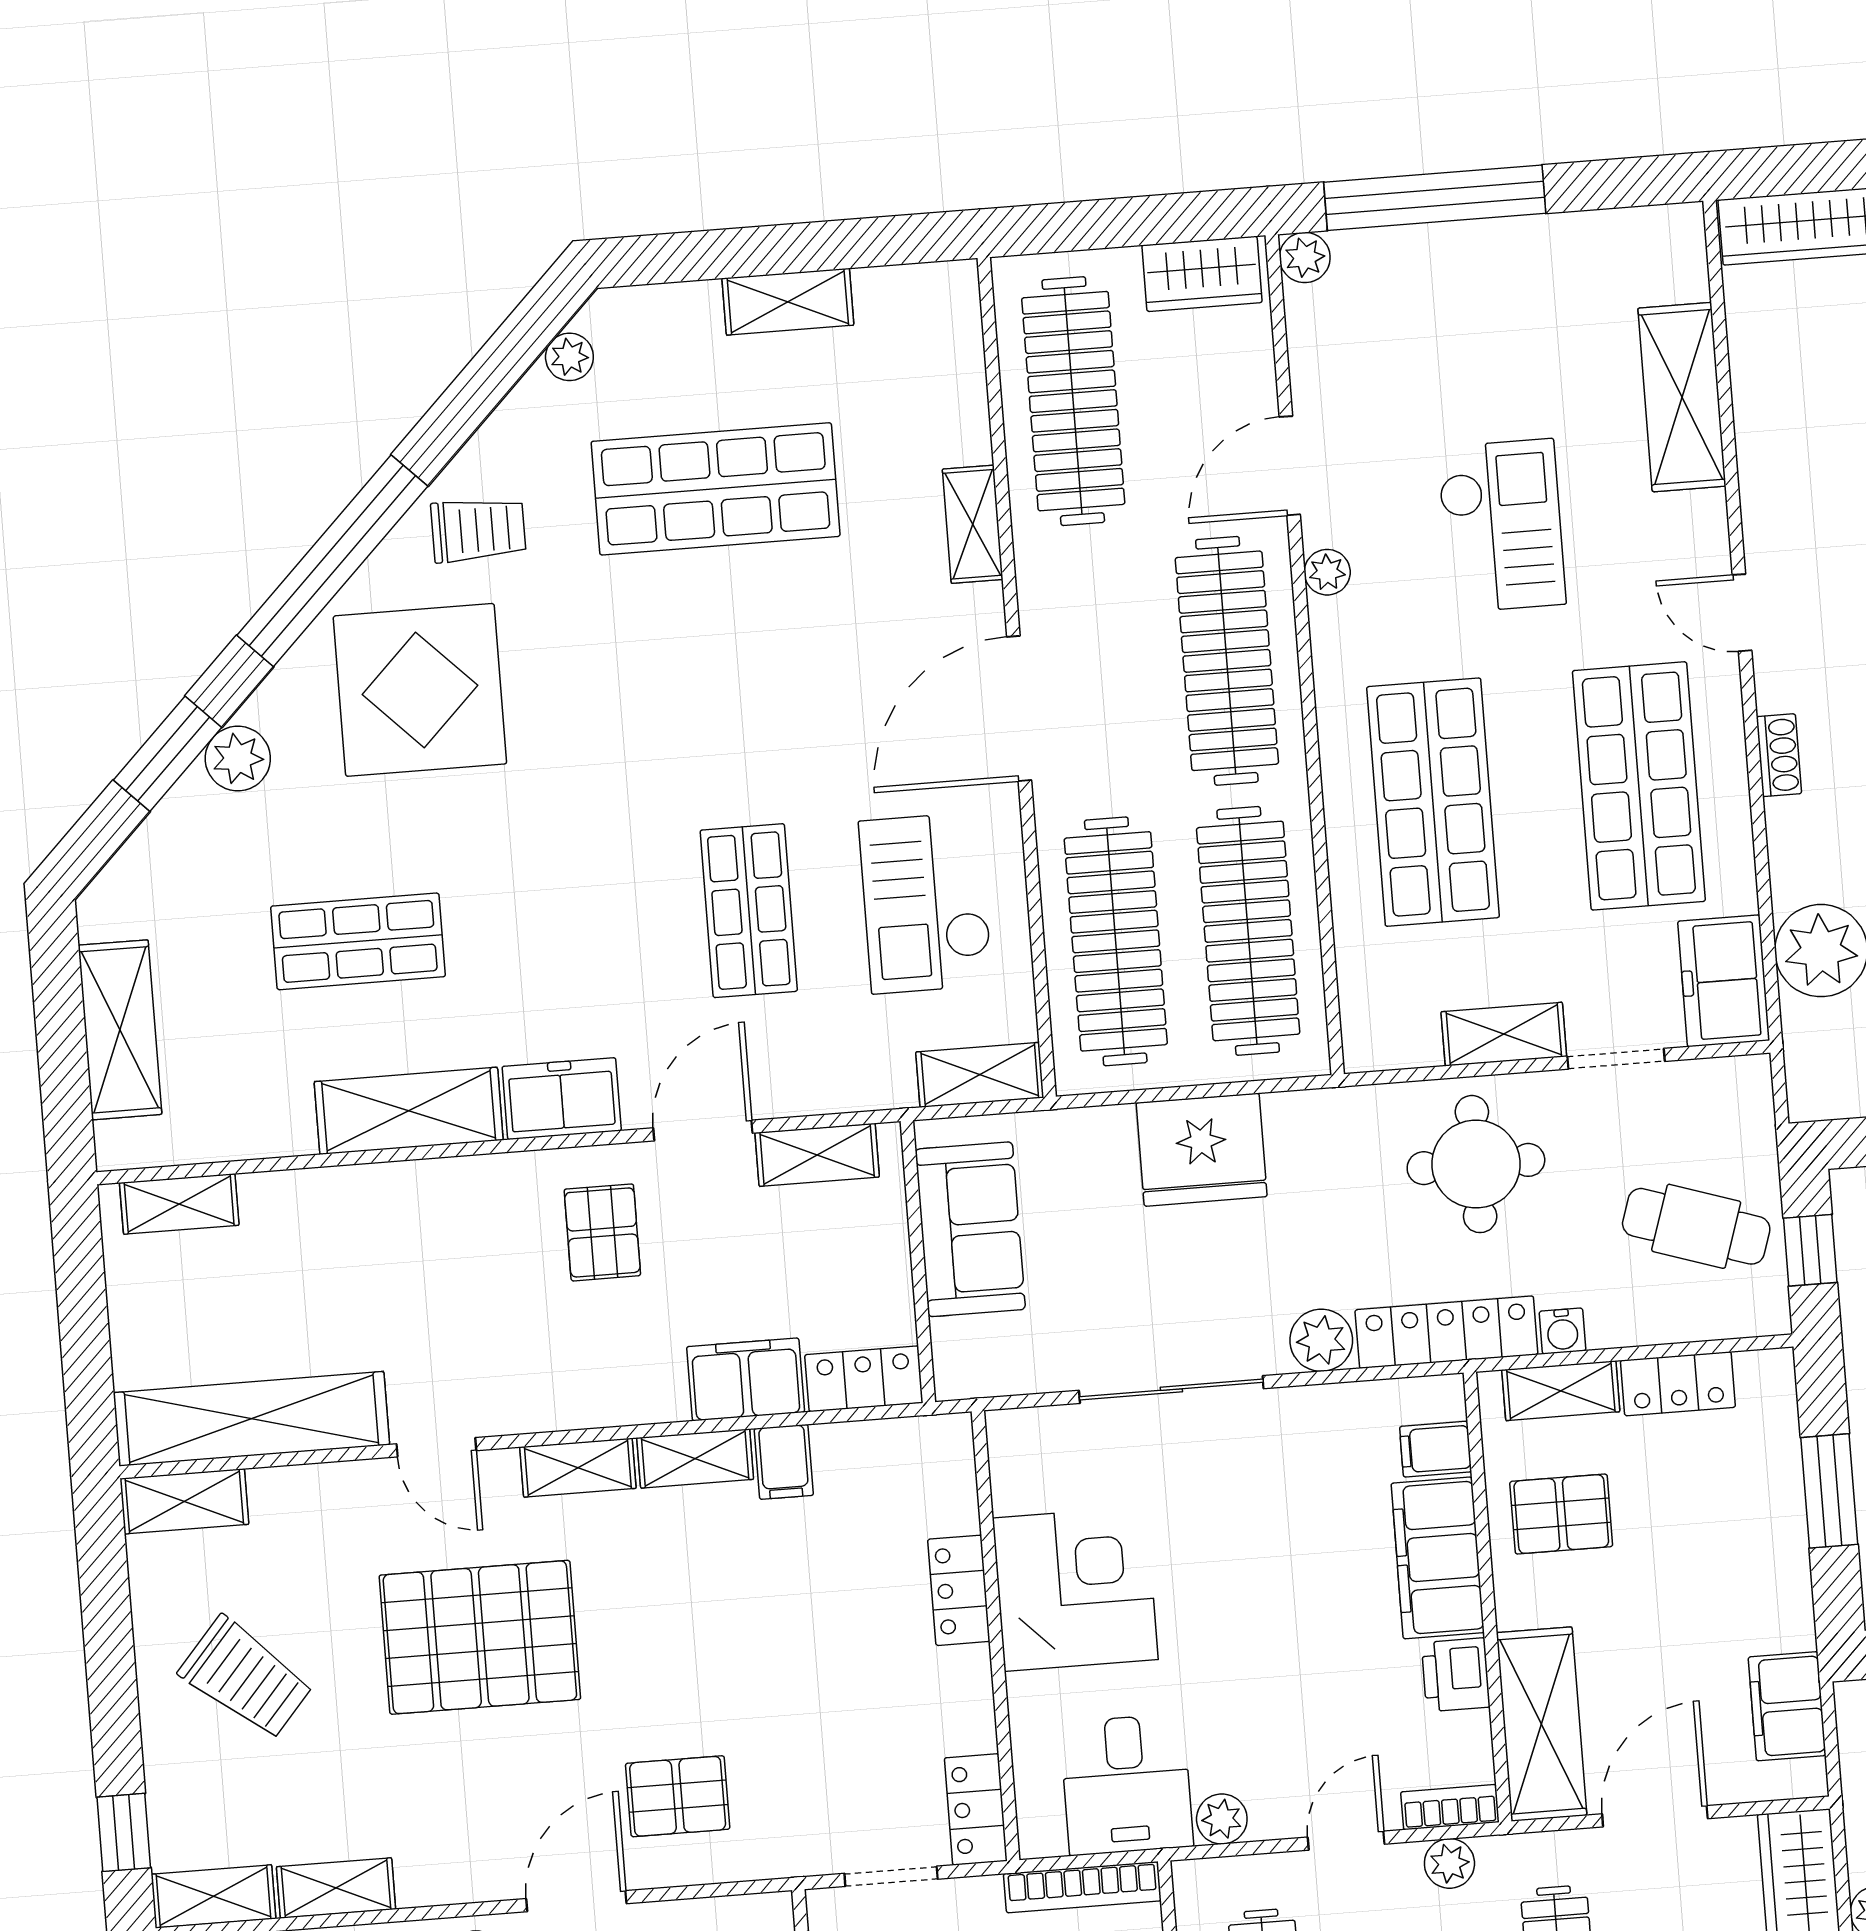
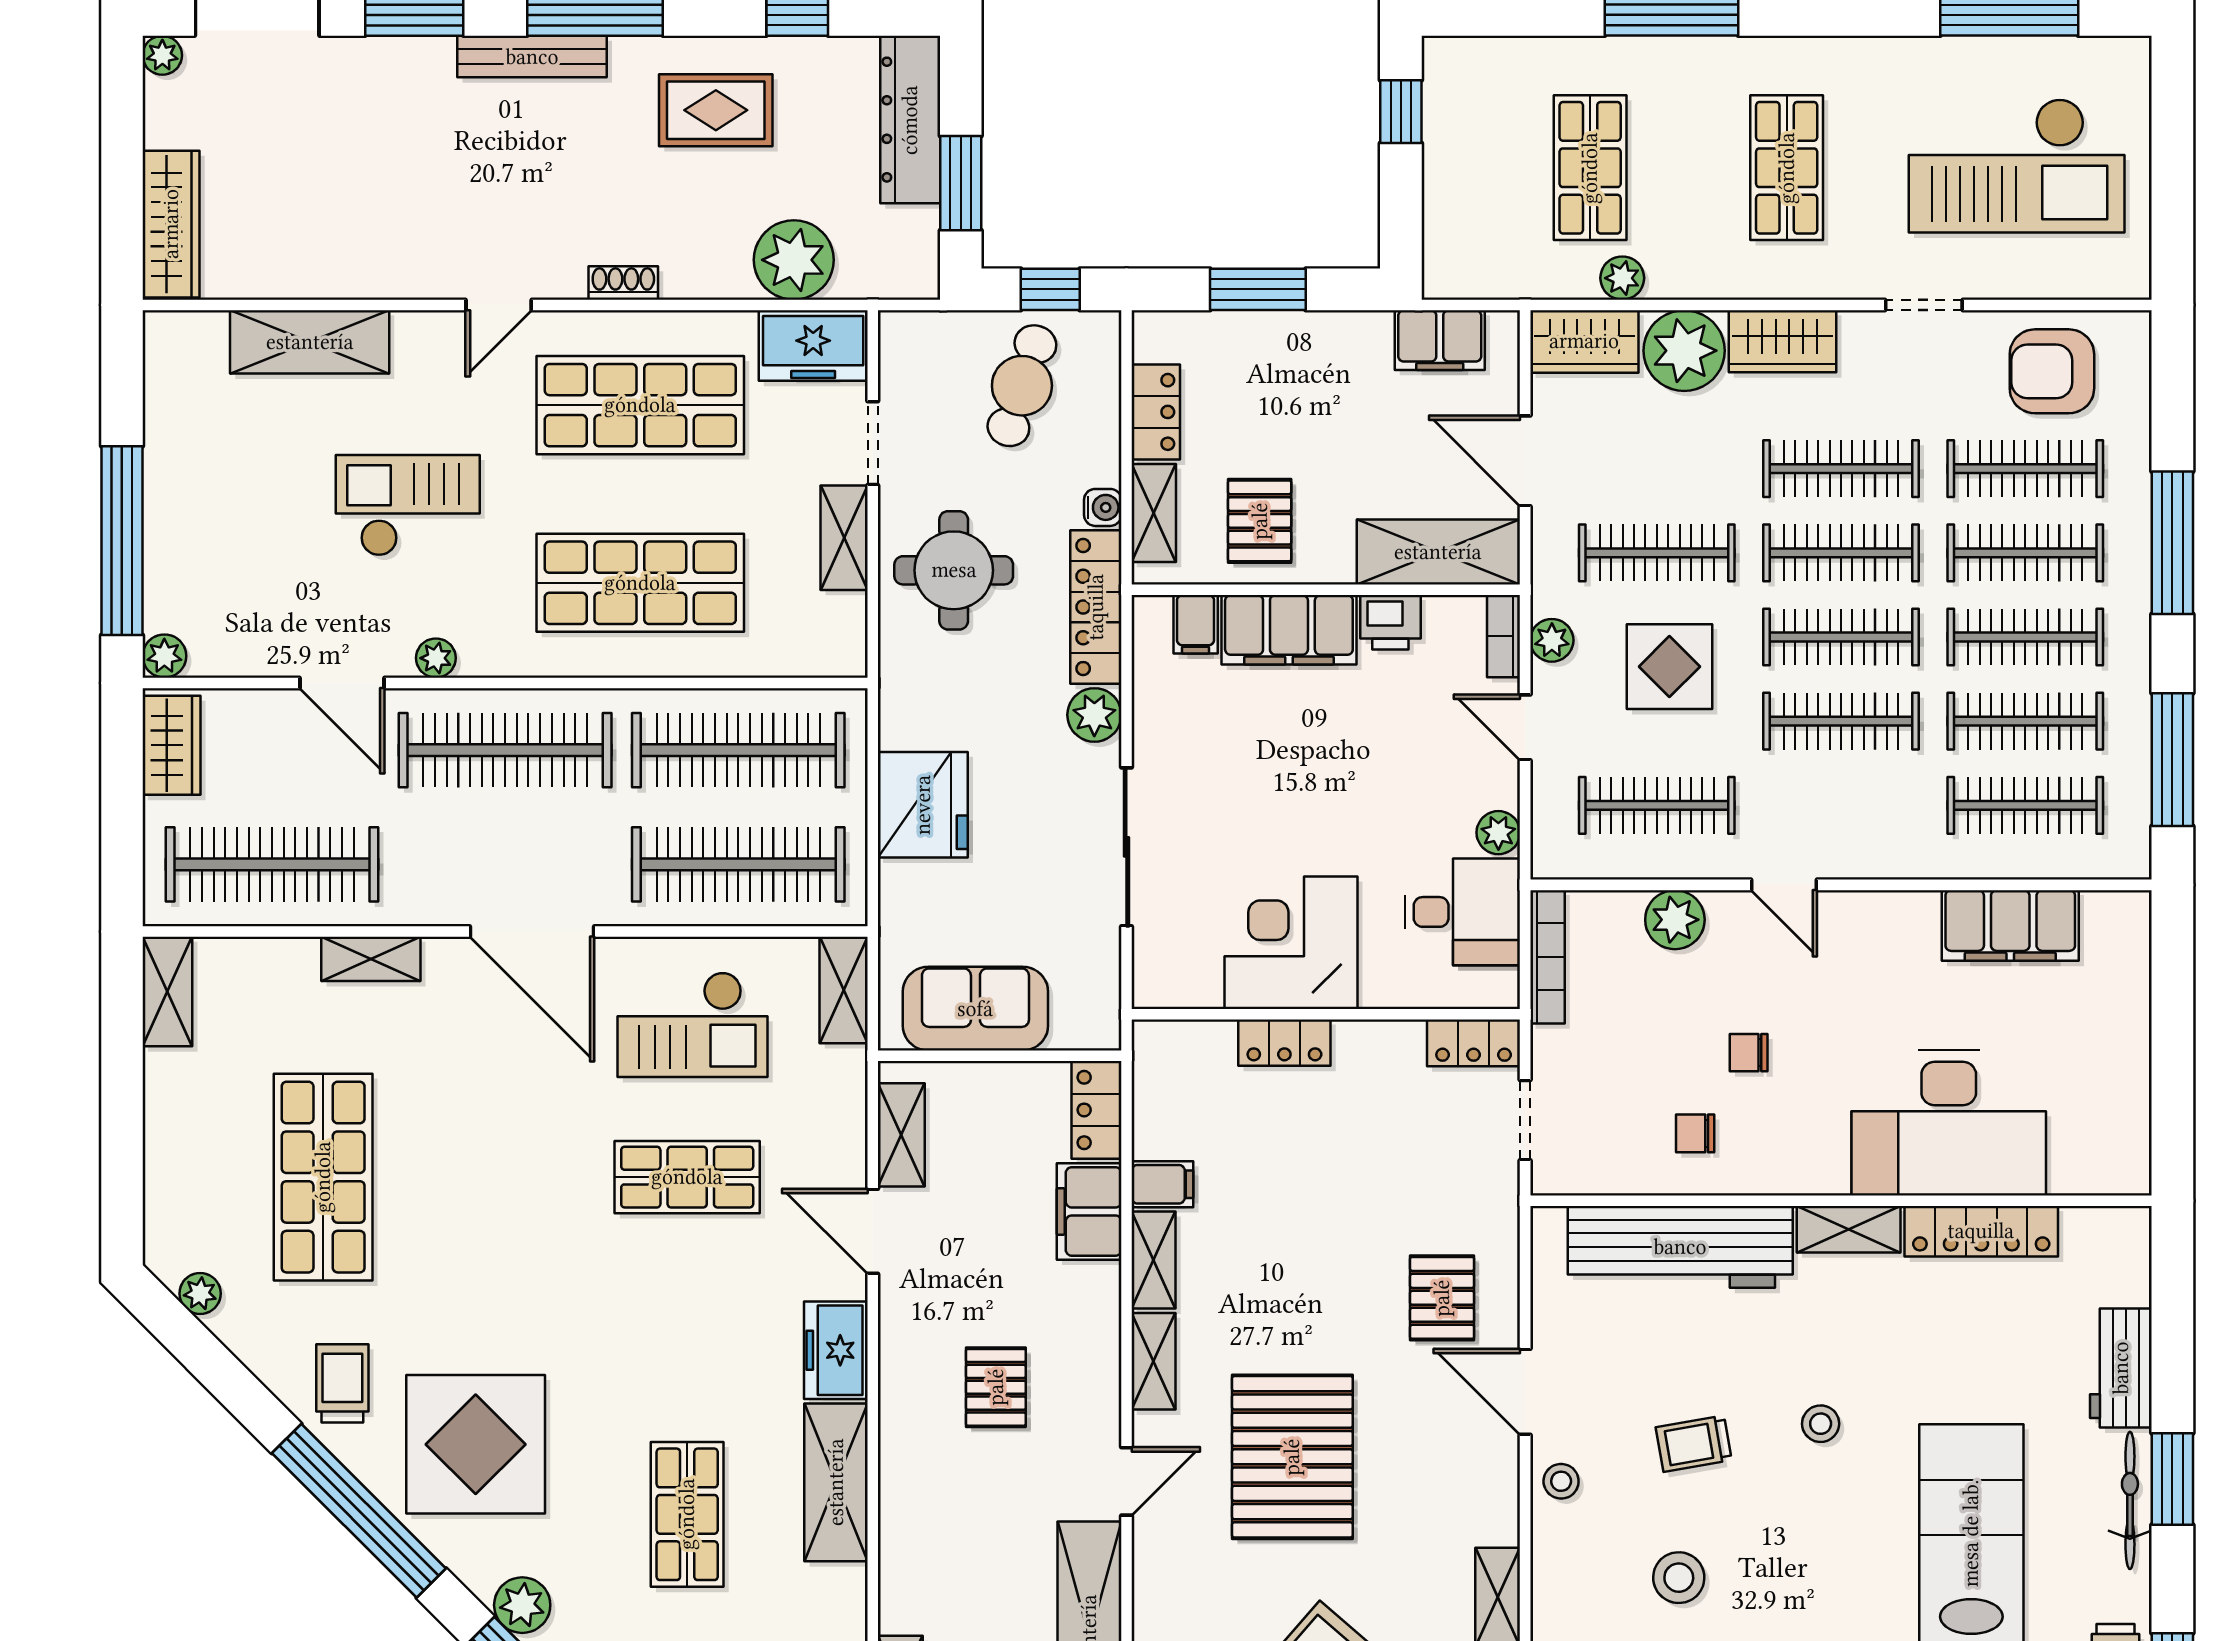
shelving: (788, 302) -> (167, 992), moved
pallet: (602, 1232) -> (996, 1387), moved, turned 90

